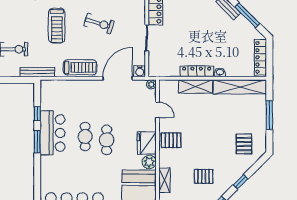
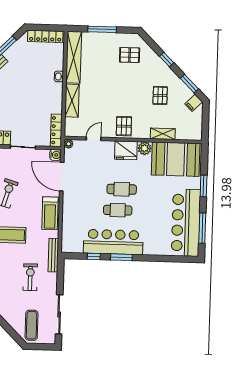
treadmill: (80, 67) -> (50, 213), turned 180
locker: (197, 71) -> (56, 130), moved
bar counter: (52, 133) -> (113, 242), width x1.36

